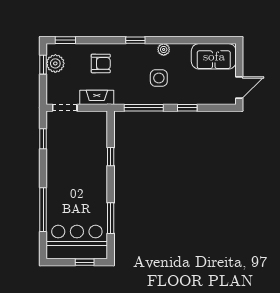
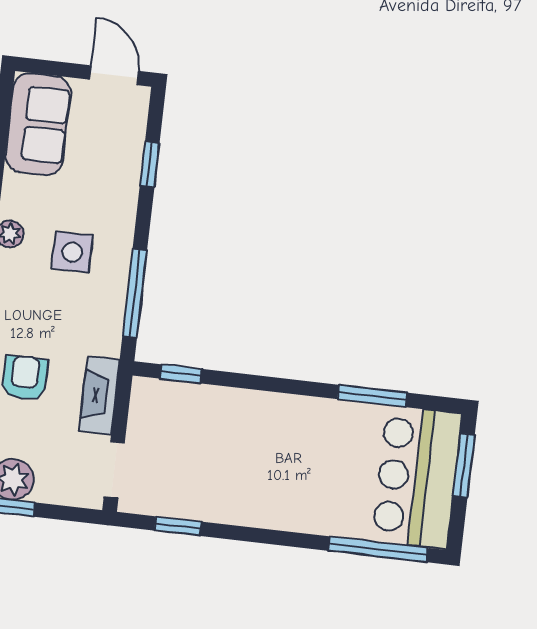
window: (187, 108) -> (150, 164), moved
window: (111, 157) -> (181, 374), moved
window: (43, 210) -> (378, 549), moved
window: (85, 262) -> (464, 465), width x1.50

